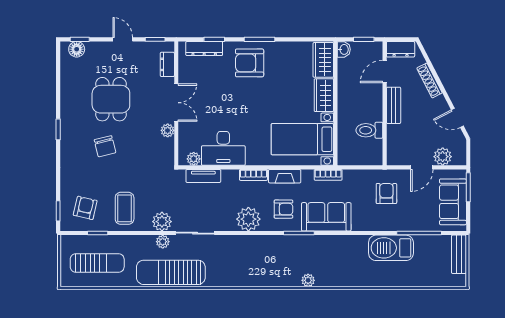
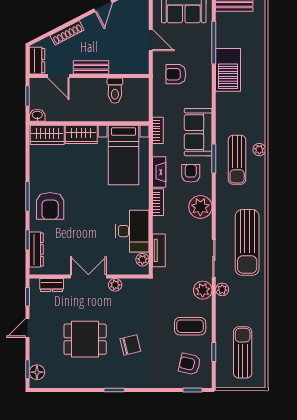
plant: (443, 157) -> (140, 20), removed
sun lounger: (297, 257) -> (237, 160), added
sun lounger: (171, 272) -> (247, 242), moved

